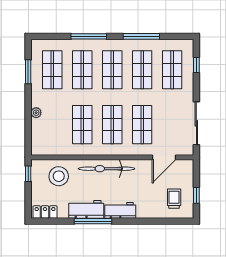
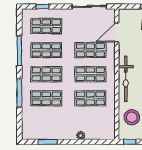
shop shelf: (52, 70) -> (46, 122), removed
door: (164, 157) -> (117, 33), swing flipped

